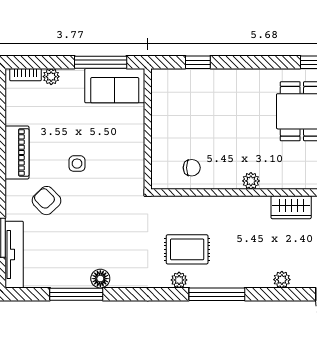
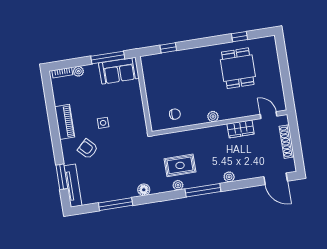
floor lamp: (100, 279) -> (144, 190), moved
plant: (282, 280) -> (229, 177), moved

